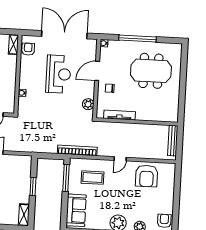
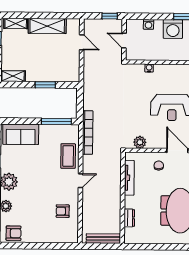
dresser: (155, 117) -> (129, 218), added
door: (120, 159) -> (80, 181), swing flipped
armchair: (147, 176) -> (63, 211), width x0.53, depth x0.53
coffee table: (92, 178) -> (68, 156), moved

